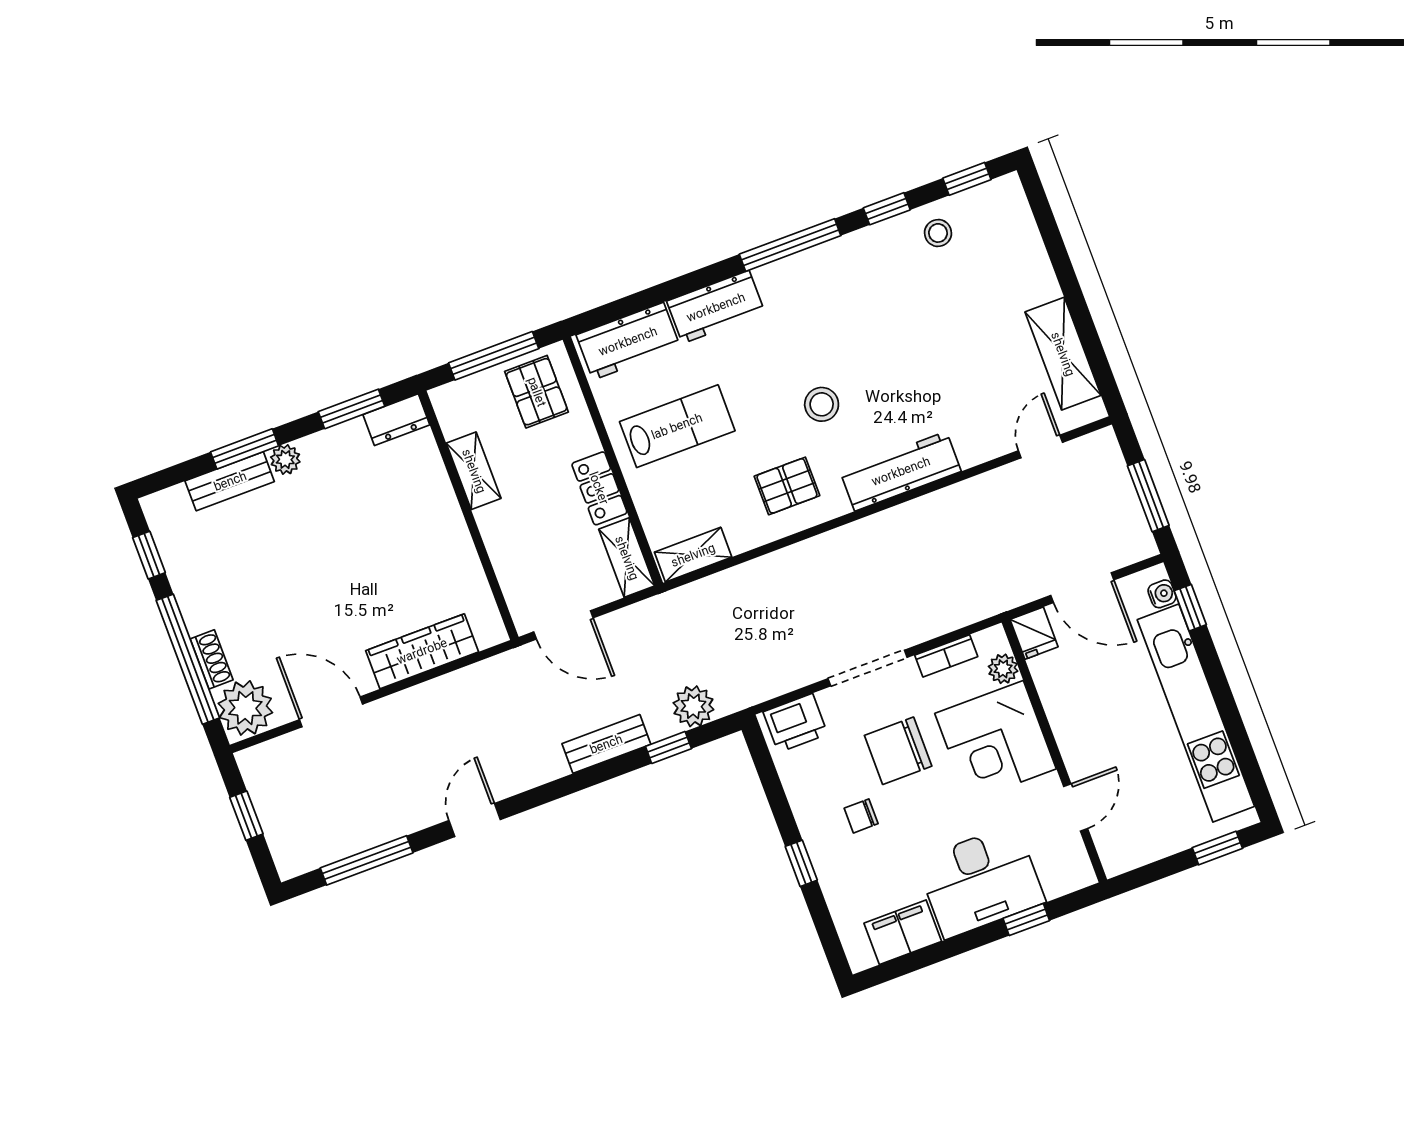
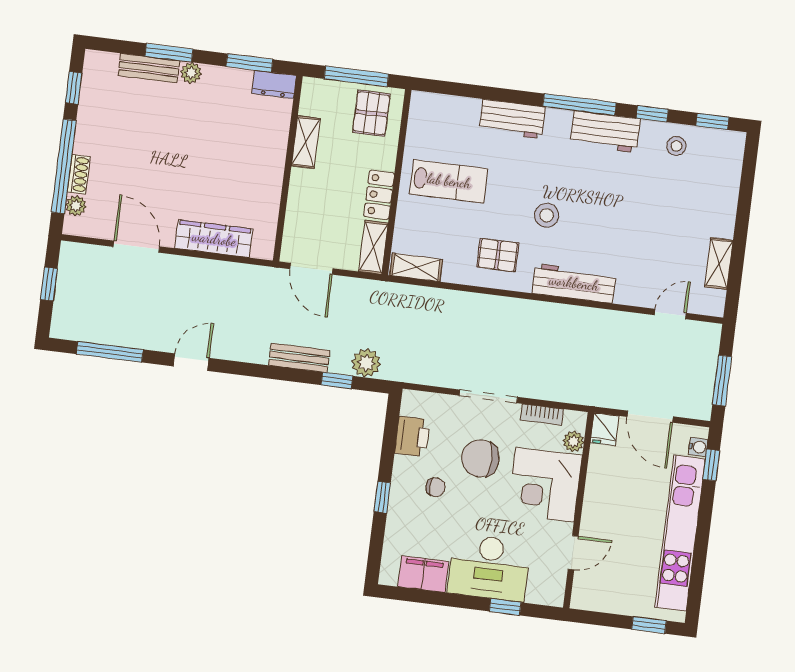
workbench: (628, 341) -> (605, 132), moved
shelving: (1063, 354) -> (719, 264), width x0.67, depth x0.75
plant: (245, 708) -> (76, 206), width x0.53, depth x0.53
printer: (795, 723) -> (412, 436), moved, turned -90
chair: (861, 816) -> (436, 487), turned 180

